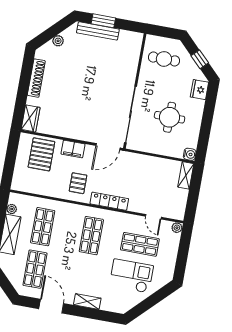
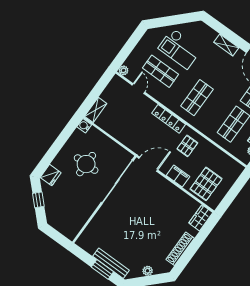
cafe table: (164, 59) -> (68, 214), removed

